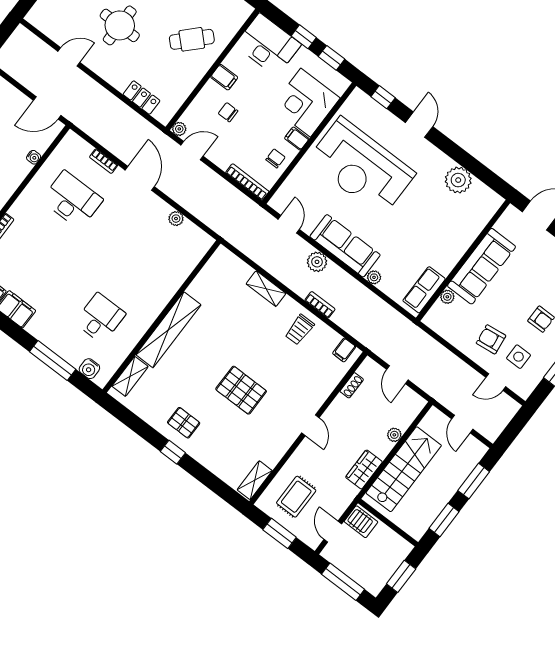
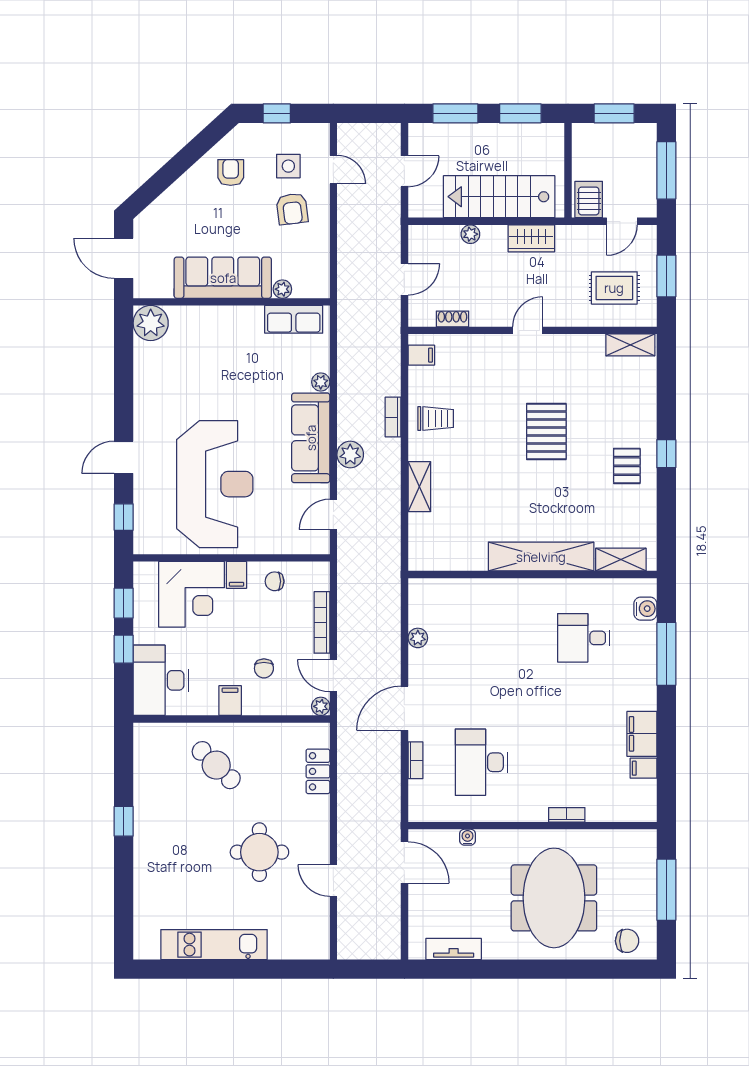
plant: (458, 180) -> (151, 323), moved
bookcase: (247, 182) -> (322, 622), moved

